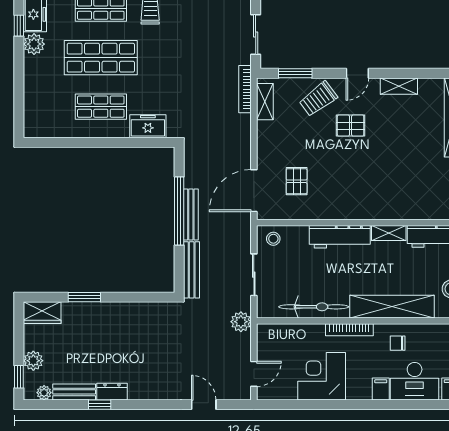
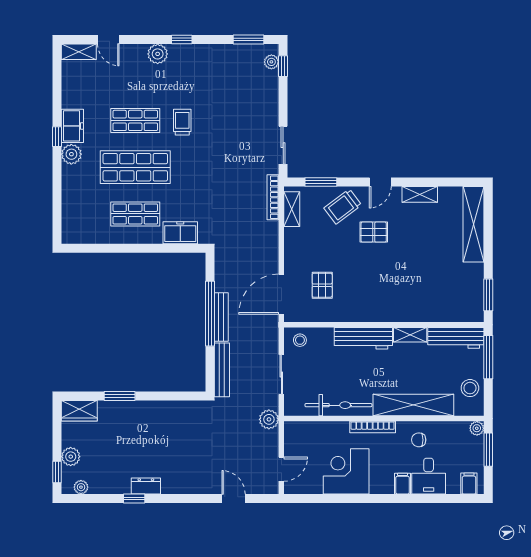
desk: (415, 381) -> (429, 476), width x0.73
bench: (74, 392) -> (110, 486), removed

